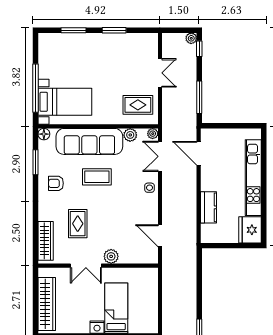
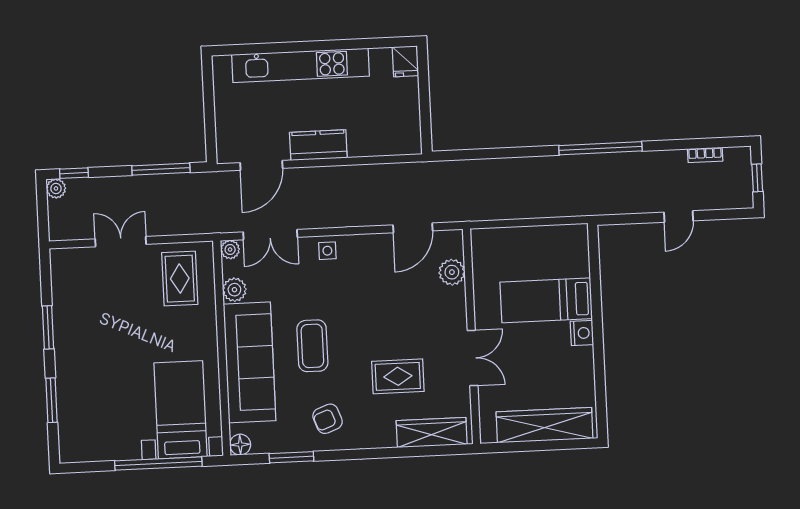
armchair: (56, 183) -> (328, 419), turned 69
kitchen counter: (208, 207) -> (318, 145), moved
fridge: (250, 230) -> (405, 61), width x0.53, depth x0.75
plant: (111, 256) -> (452, 272), moved

